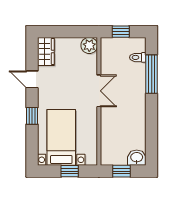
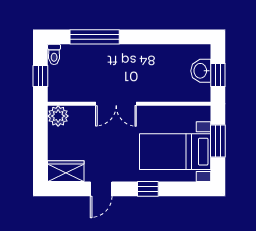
toilet: (138, 57) -> (54, 54), moved
double door: (99, 91) -> (116, 104), swing flipped
washbasin: (137, 158) -> (201, 71), moved
window: (70, 171) -> (218, 141), width x1.50

